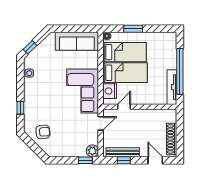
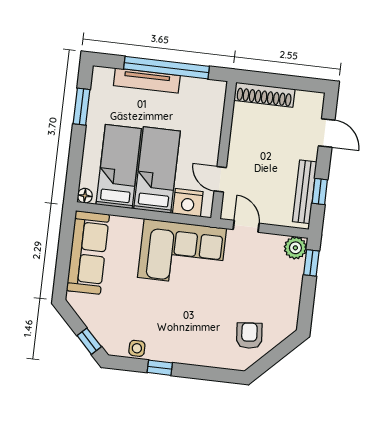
window: (133, 29) -> (82, 107), moved
tv unit: (172, 87) -> (147, 81), moved
window: (20, 108) -> (160, 368), moved
shoe rack: (172, 139) -> (264, 95), moved
door: (155, 160) -> (327, 133), swing flipped

